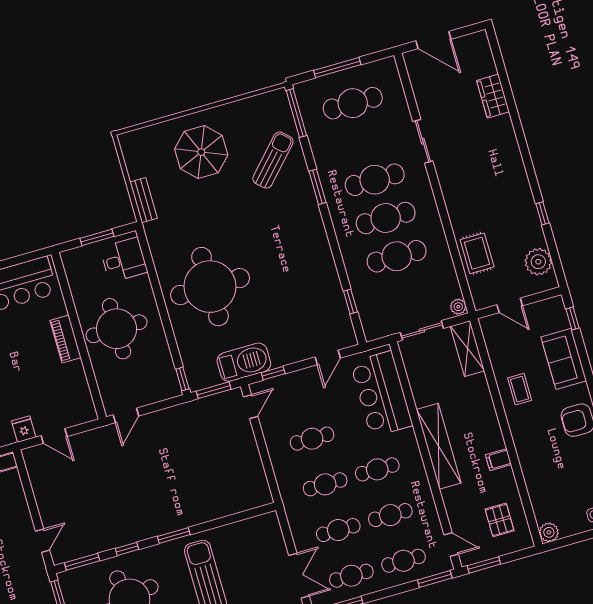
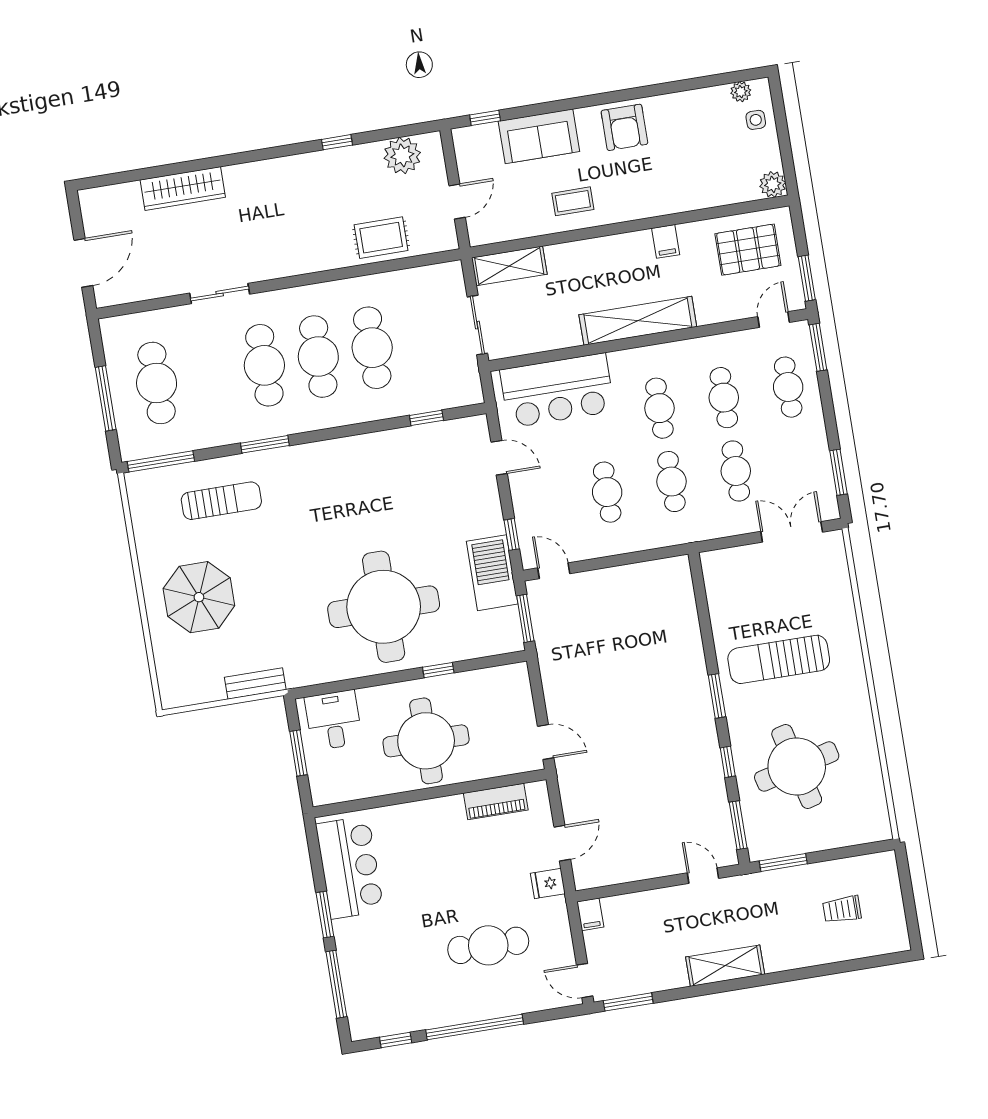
wardrobe: (493, 96) -> (183, 189), width x1.50
sun lounger: (273, 160) -> (221, 501), turned 137
plant: (458, 307) -> (451, 272), removed
piano: (66, 339) -> (496, 801), moved
window: (182, 379) -> (438, 670), moved
pallet: (500, 520) -> (748, 250), width x1.50, depth x1.42
cafe table: (351, 576) -> (800, 460), removed

